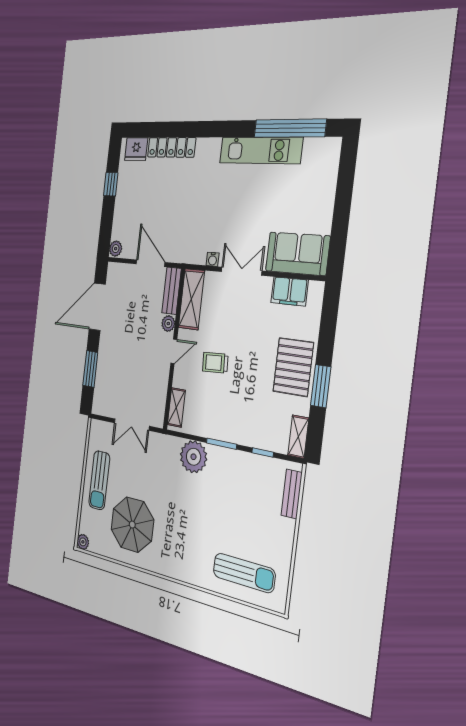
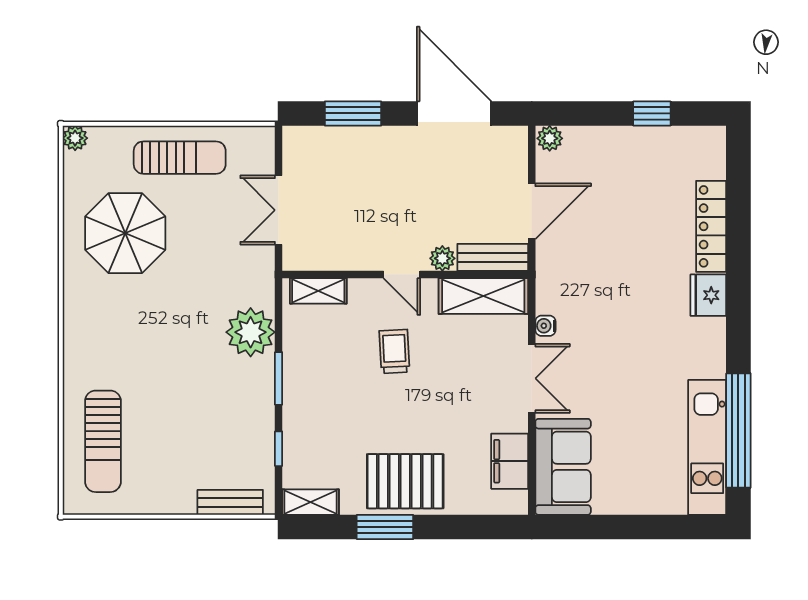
fridge: (136, 149) -> (708, 295), moved
kitchen unit: (260, 150) -> (707, 447), moved
sun lounger: (99, 480) -> (180, 158), turned 180

